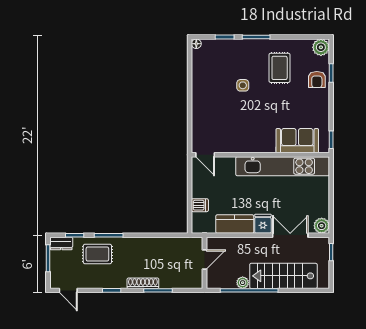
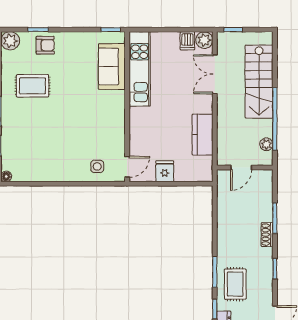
side table: (243, 85) -> (97, 166), moved
kitchen unit: (283, 166) -> (140, 69), width x0.73
dishwasher: (200, 205) -> (187, 41), moved, turned 180
fridge: (263, 224) -> (165, 171), moved, turned 90
door: (204, 259) -> (241, 168), swing flipped
shoe rack: (143, 283) -> (267, 235), width x0.70
plant: (243, 283) -> (266, 144), moved

